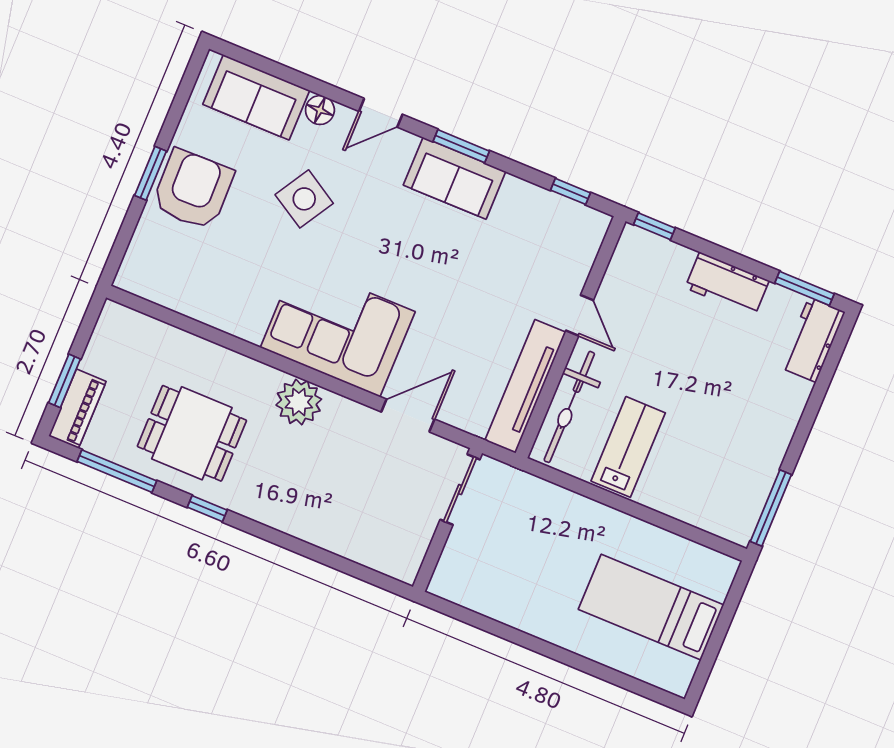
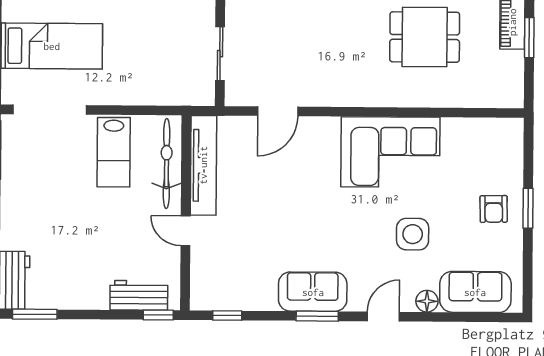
armchair: (193, 189) -> (494, 209), width x0.53, depth x0.53
side table: (304, 199) -> (413, 234), turned -31
workbench: (727, 284) -> (139, 295), moved
corner sofa: (338, 330) -> (390, 152), moved
plant: (299, 402) -> (358, 90), removed
sliding door: (460, 490) -> (220, 54), moved
doorway: (685, 530) -> (50, 110), added

